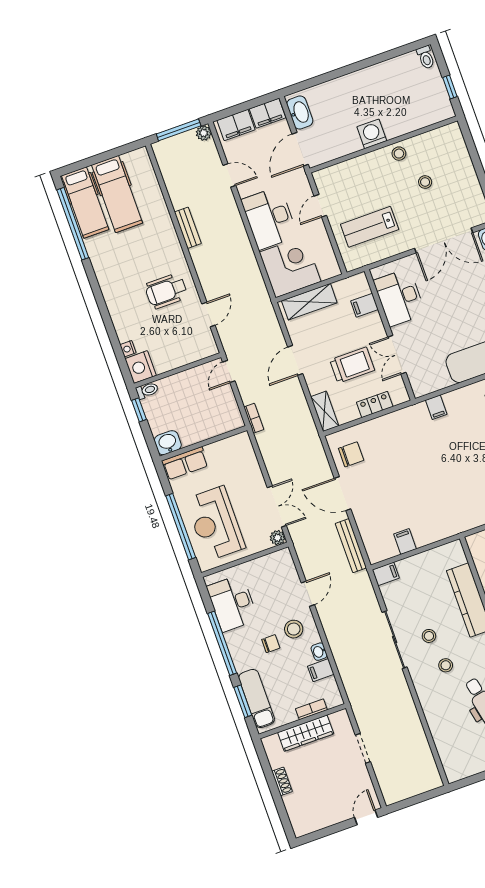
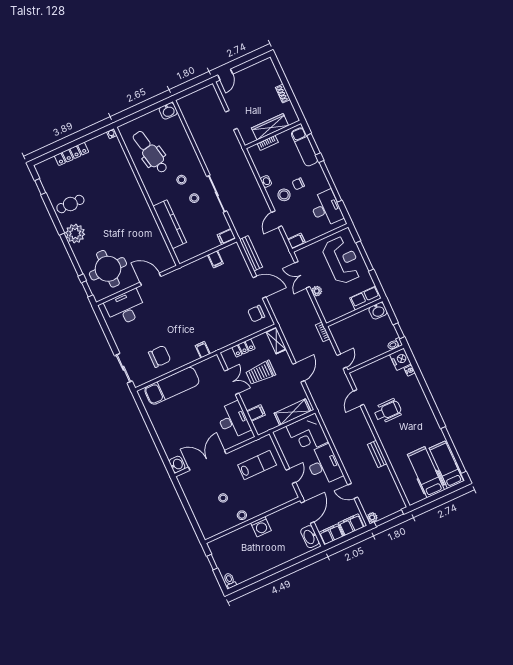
window: (181, 527) -> (365, 256), width x0.68
plant: (277, 538) -> (317, 291), moved
filing cabinet: (321, 670) -> (297, 241), moved
washbasin: (456, 770) -> (168, 111), added

